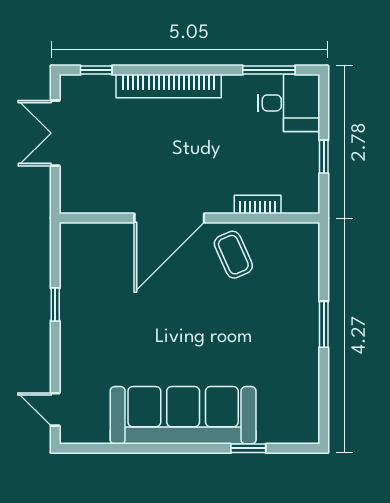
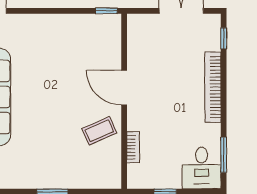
door: (169, 218) -> (124, 88), width x0.73
window: (55, 304) -> (106, 11), moved

